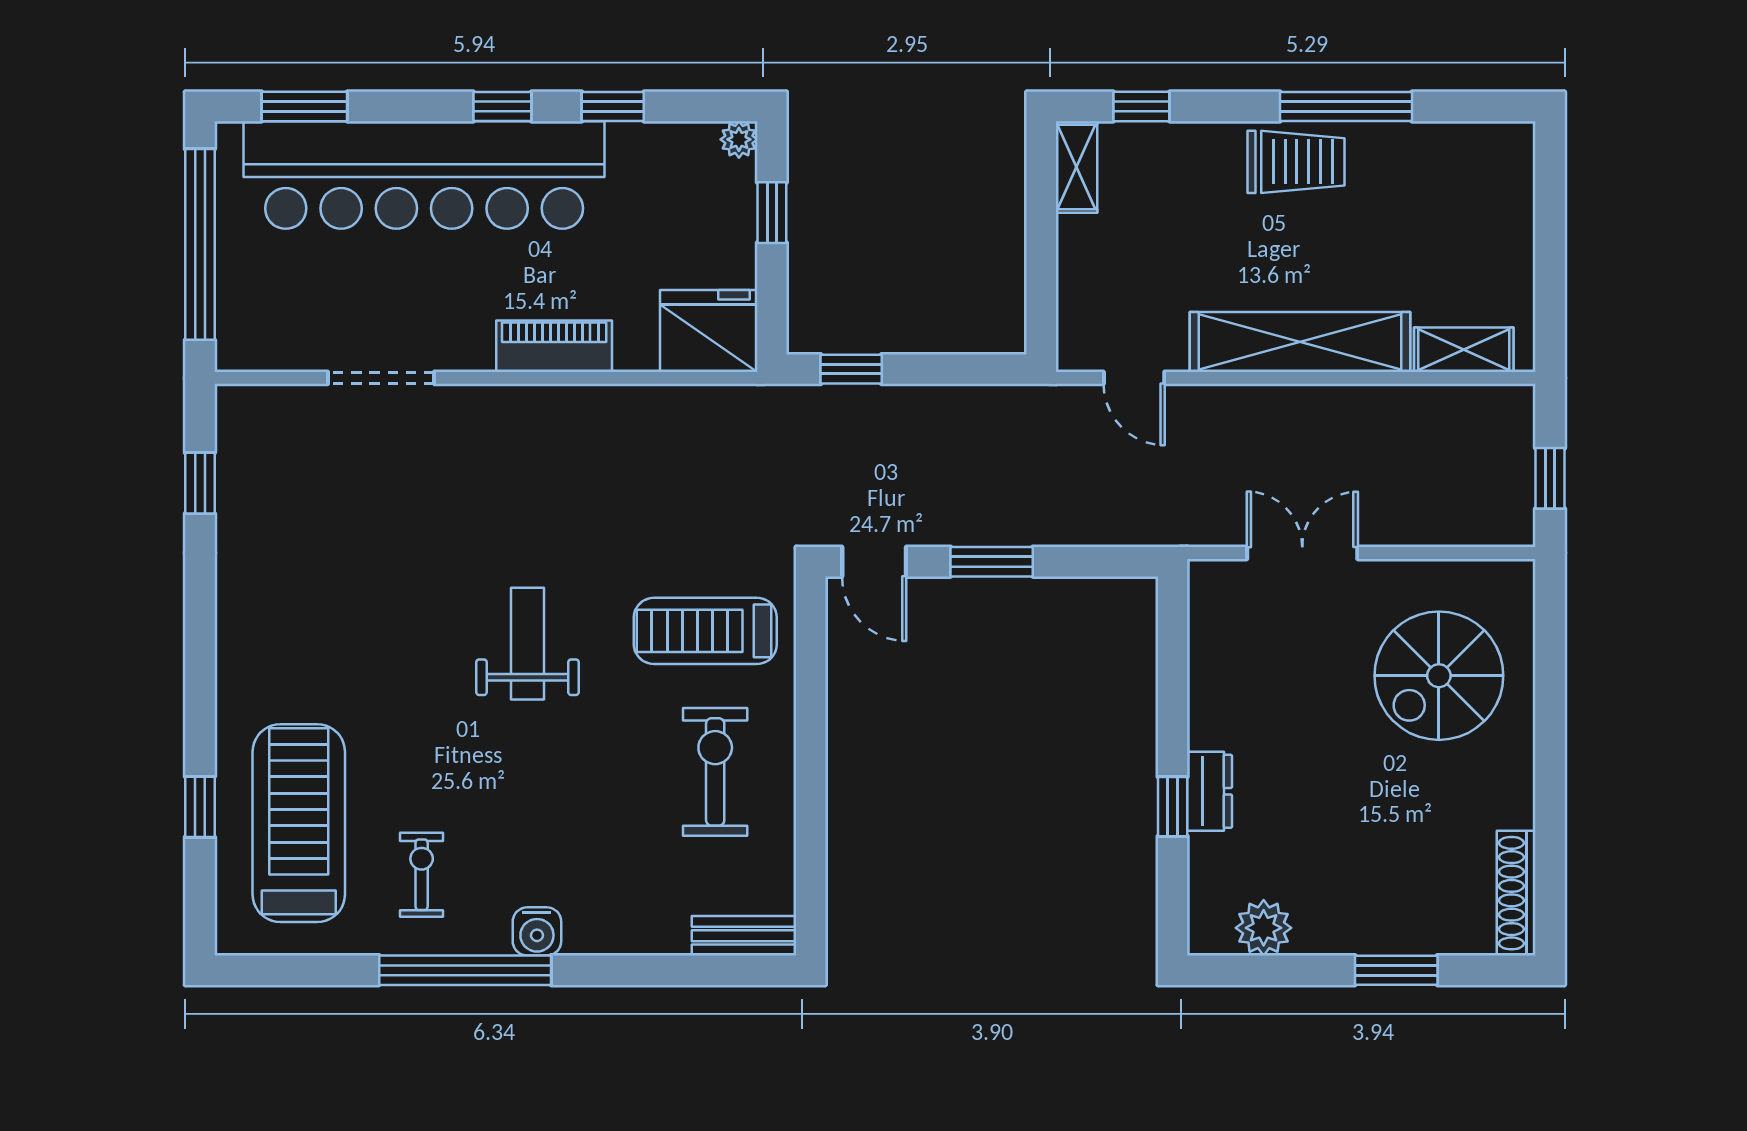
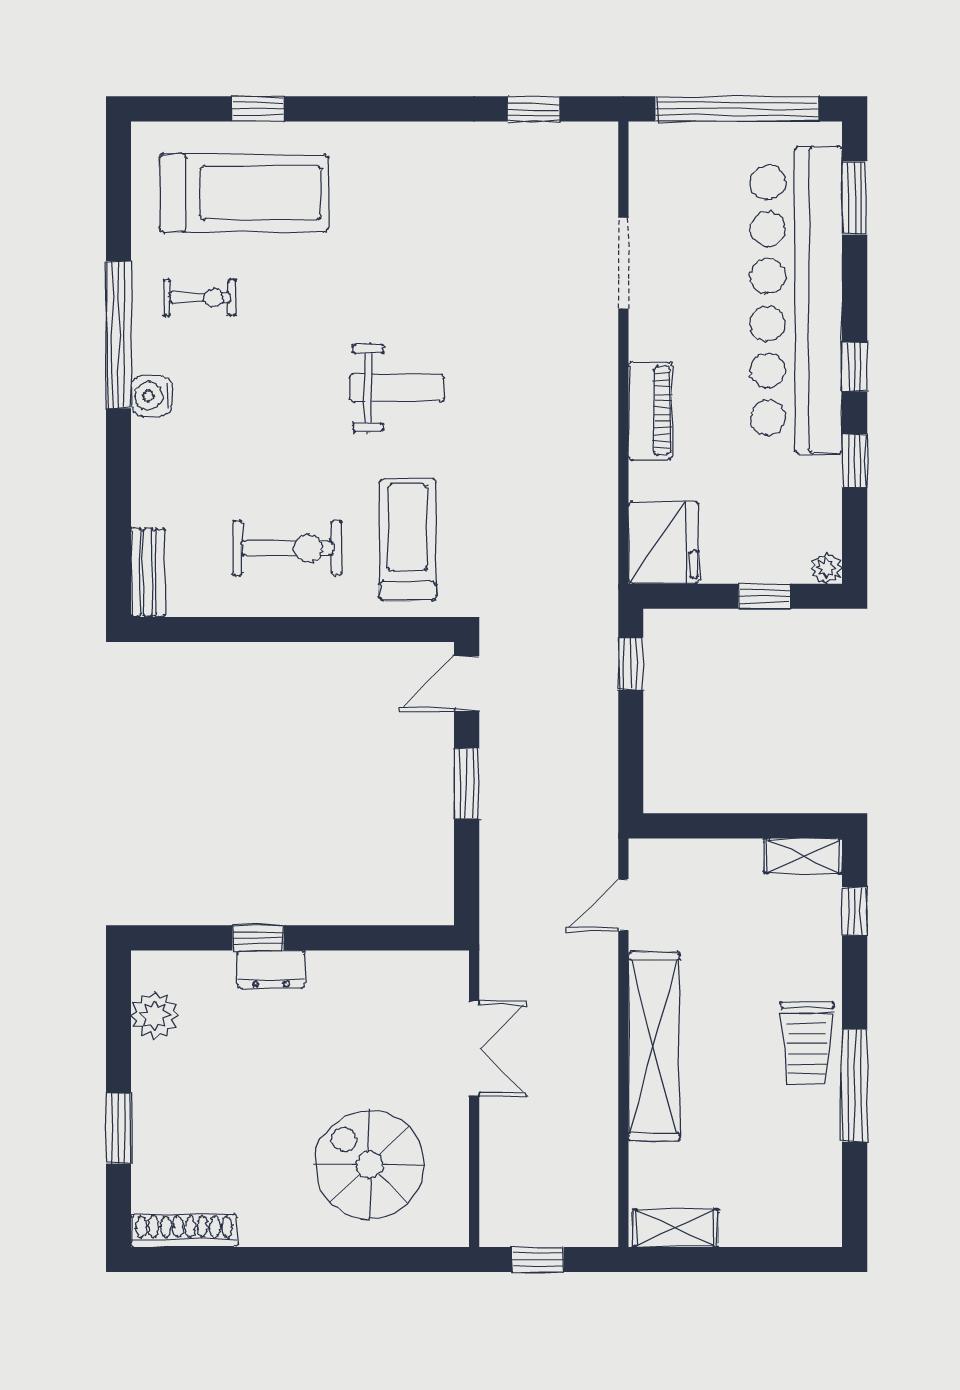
shelving: (1464, 350) -> (675, 1228), moved, turned 90

